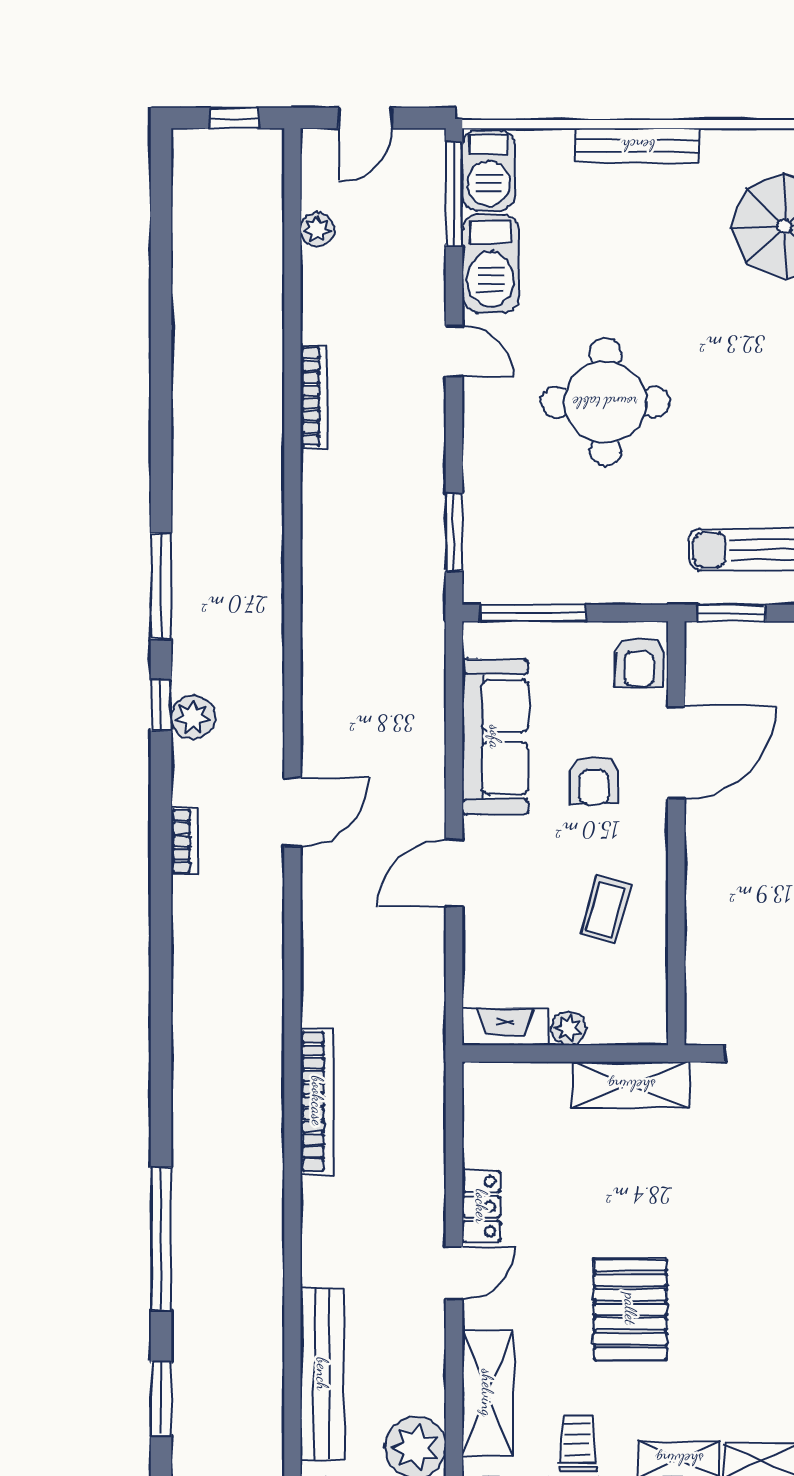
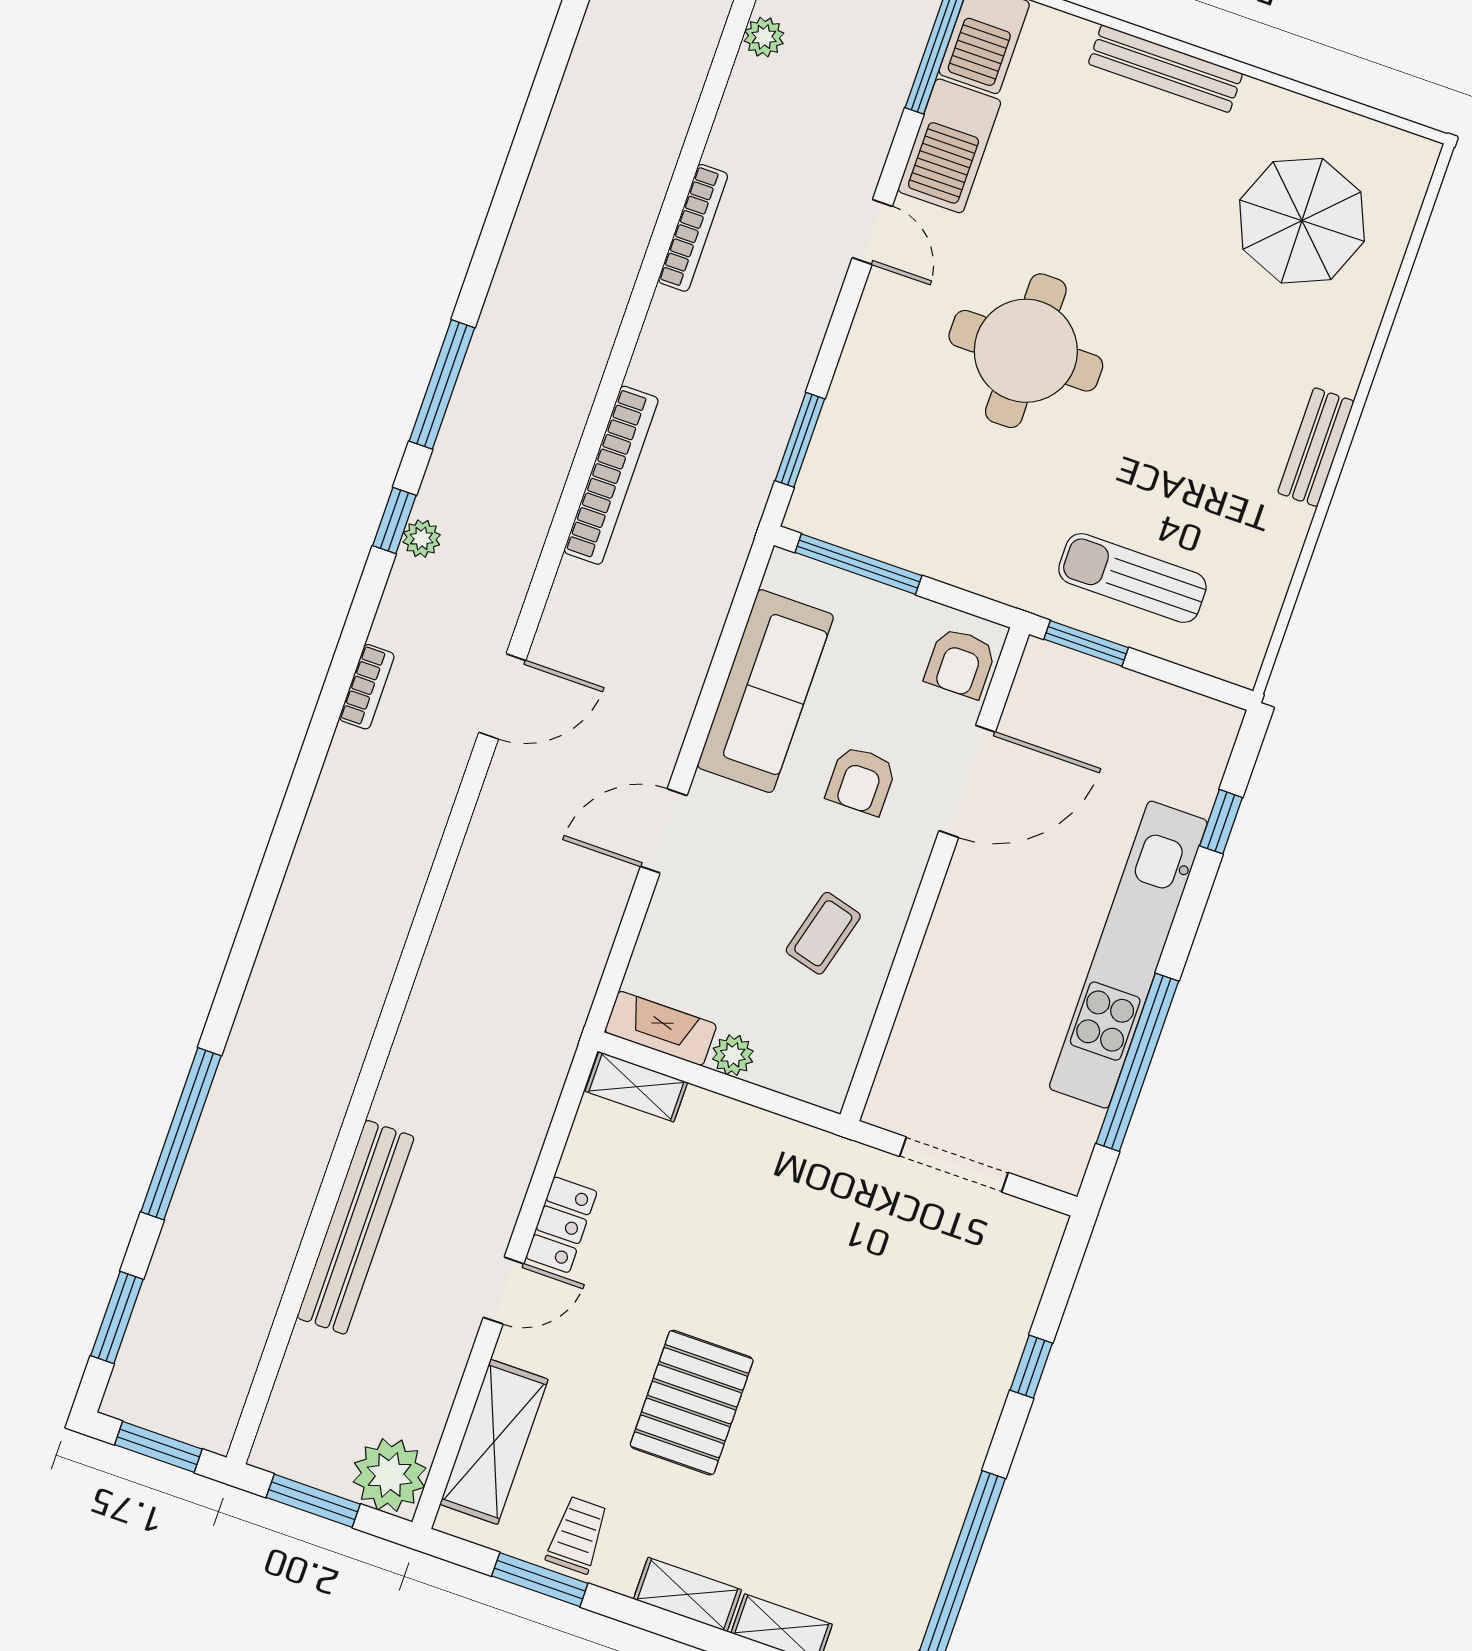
plant: (193, 717) -> (422, 538), width x0.73, depth x0.73
shelving: (631, 1085) -> (636, 1087), moved, width x0.67, depth x0.75
bookcase: (317, 1101) -> (611, 475), moved
bench: (322, 1374) -> (356, 1227), moved

